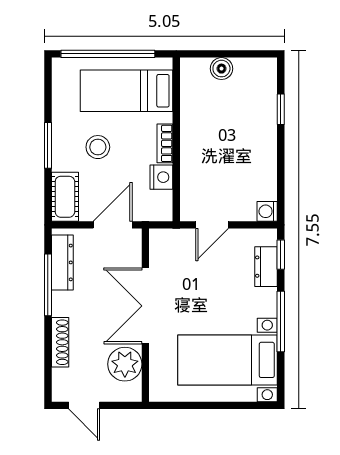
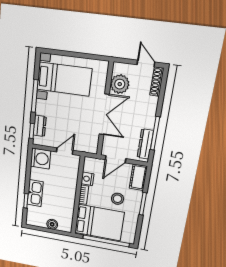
bed: (126, 91) -> (99, 223), width x1.50
kitchen sink: (263, 129) -> (35, 193), added
washing machine: (267, 211) -> (41, 159), width x1.89, depth x1.89
shoe rack: (60, 342) -> (157, 82), moved

